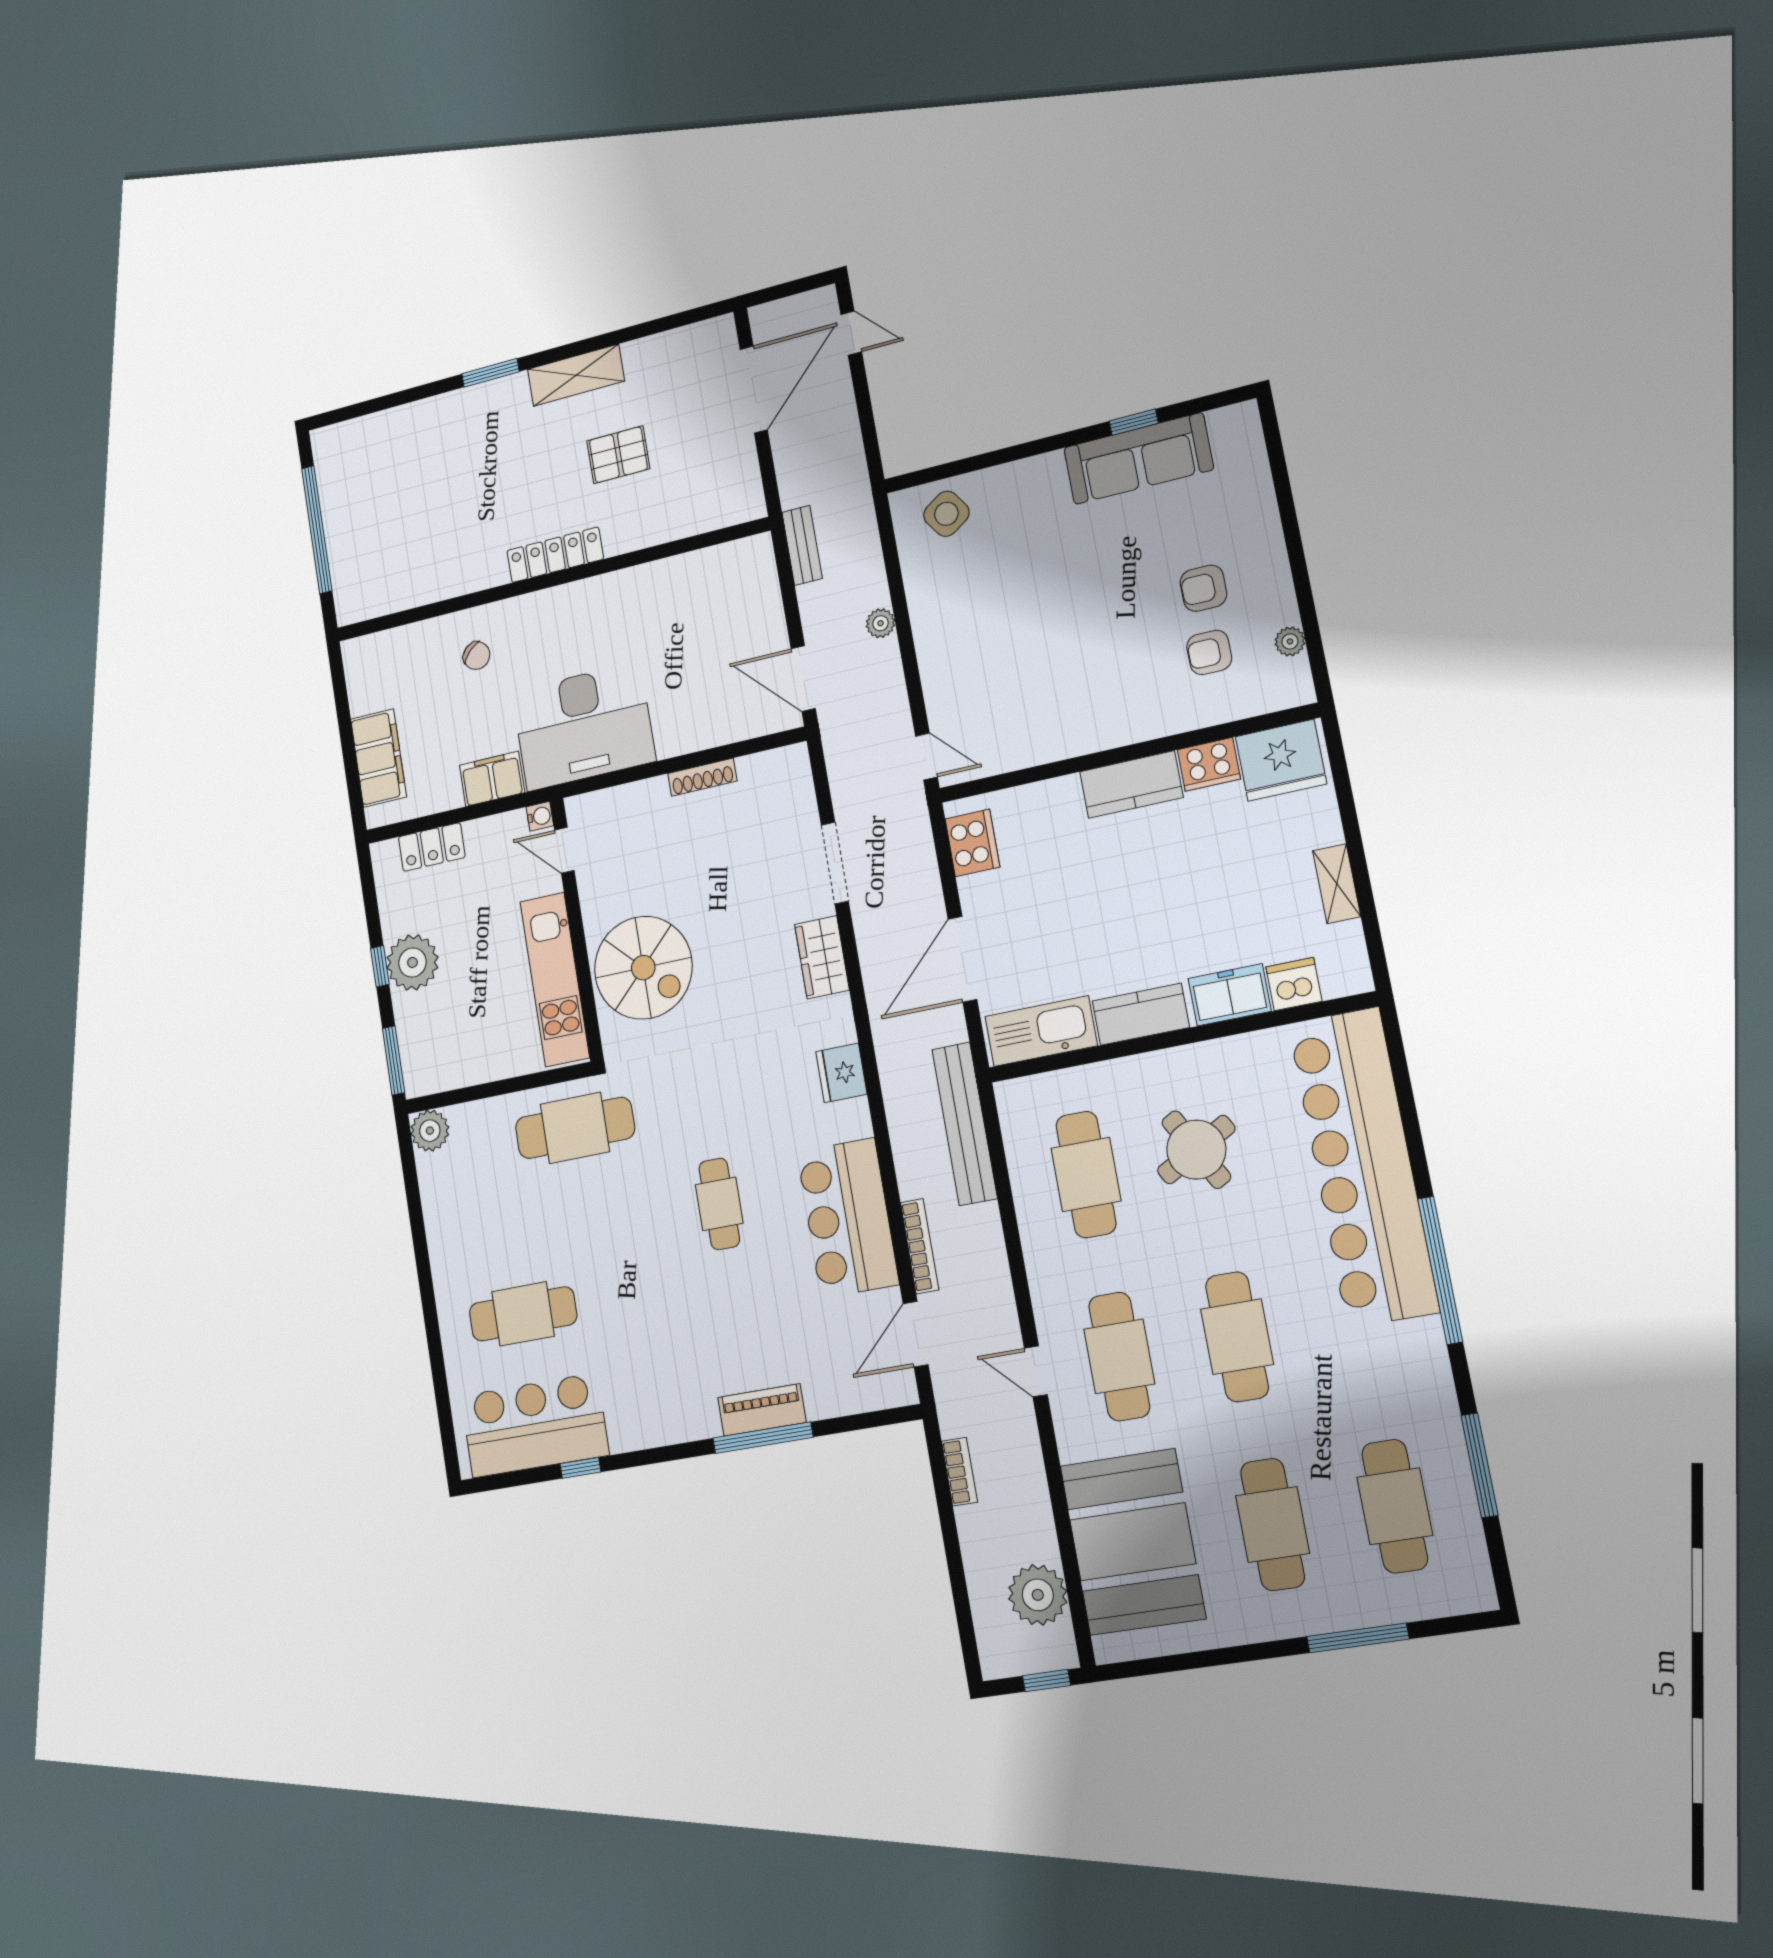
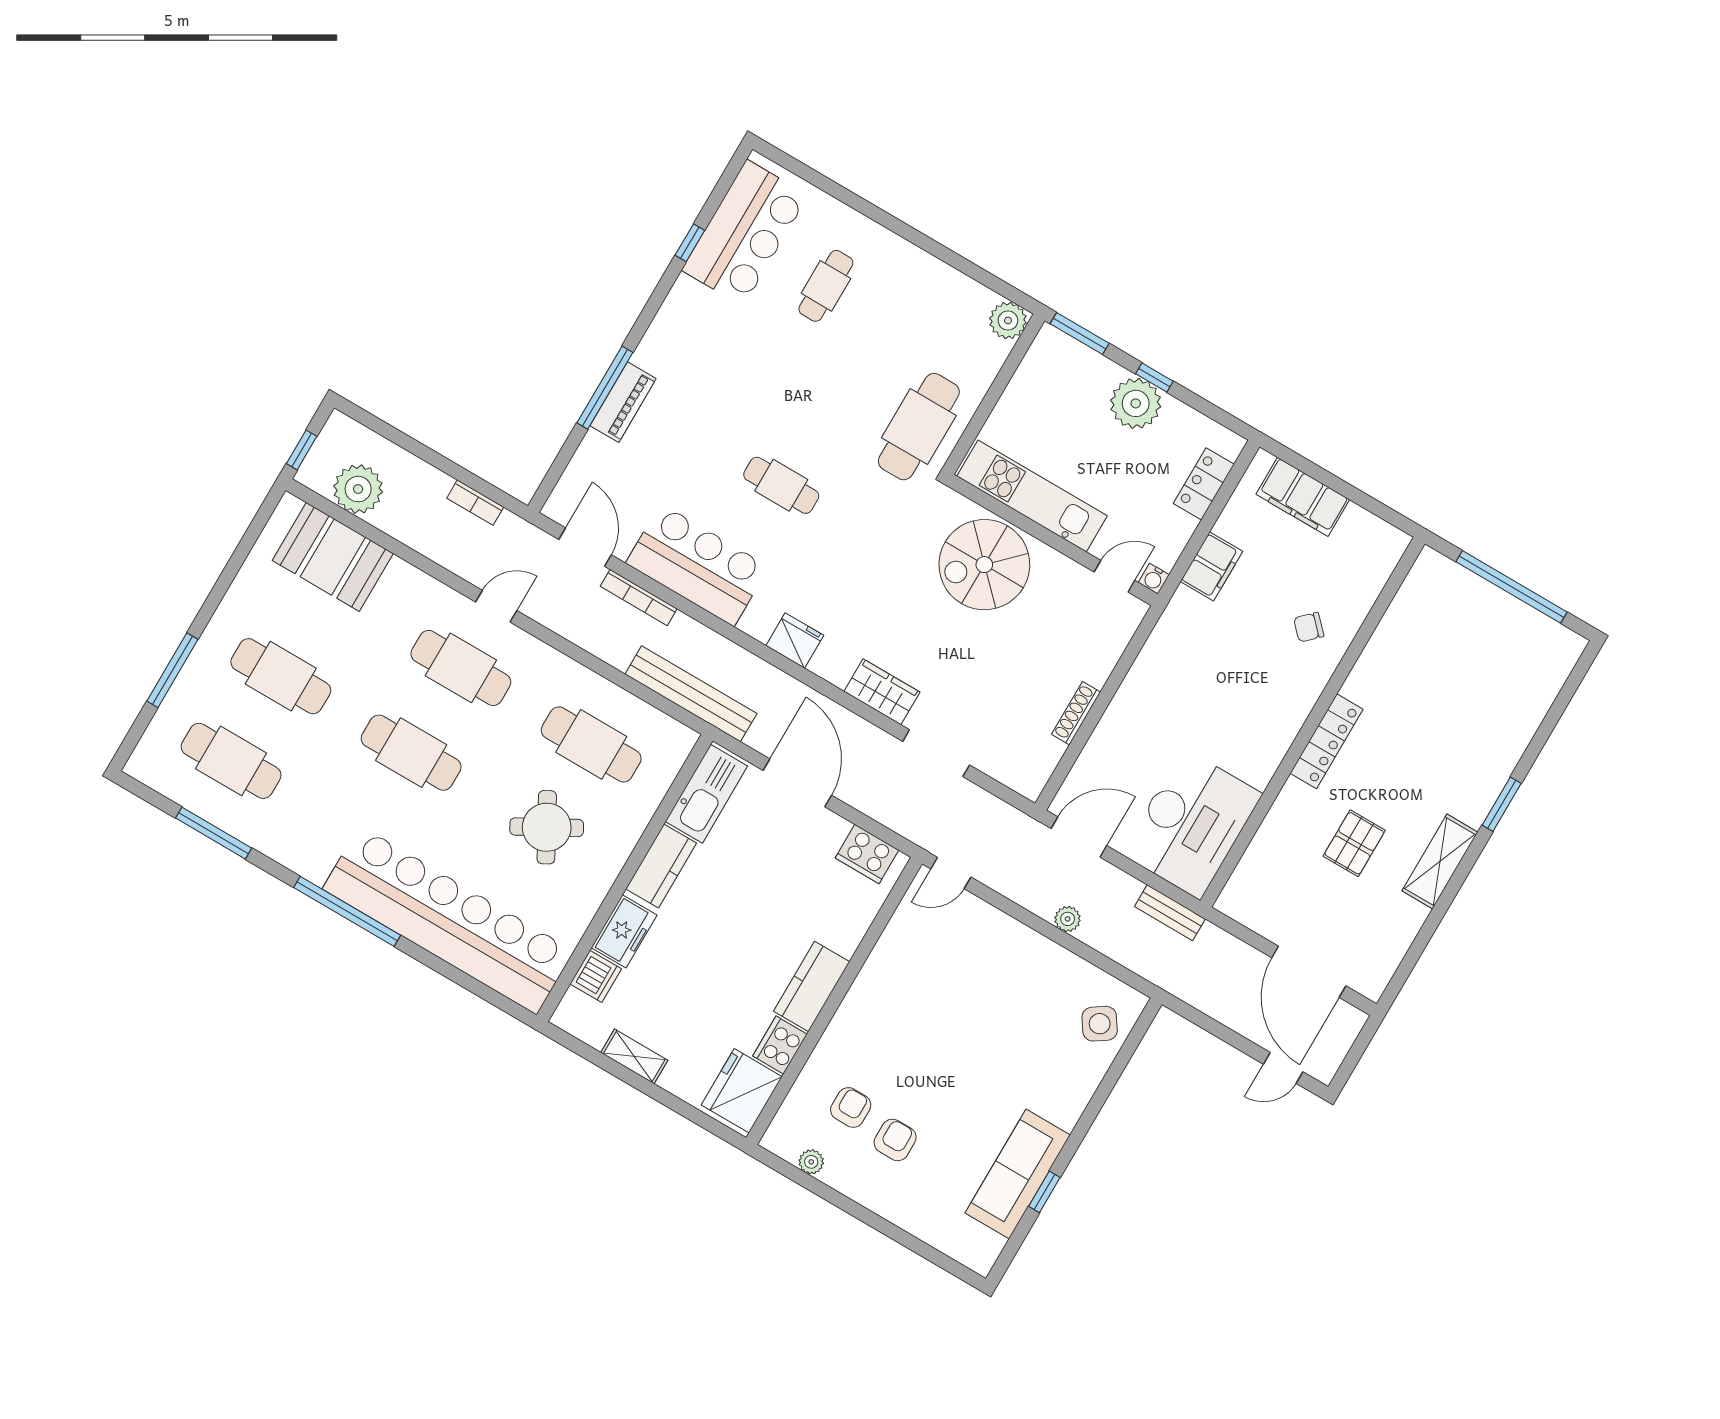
desk: (584, 726) -> (1192, 824), moved, turned 180
cafe table: (523, 1314) -> (826, 286), width x0.73, depth x0.74
booth: (1133, 1542) -> (333, 557), width x0.73, depth x0.70

